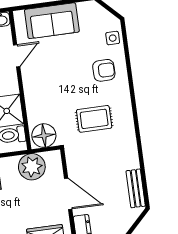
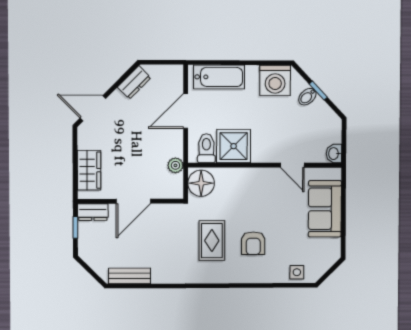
armchair: (104, 70) -> (253, 243), moved
plant: (32, 167) -> (175, 165), width x0.53, depth x0.53

